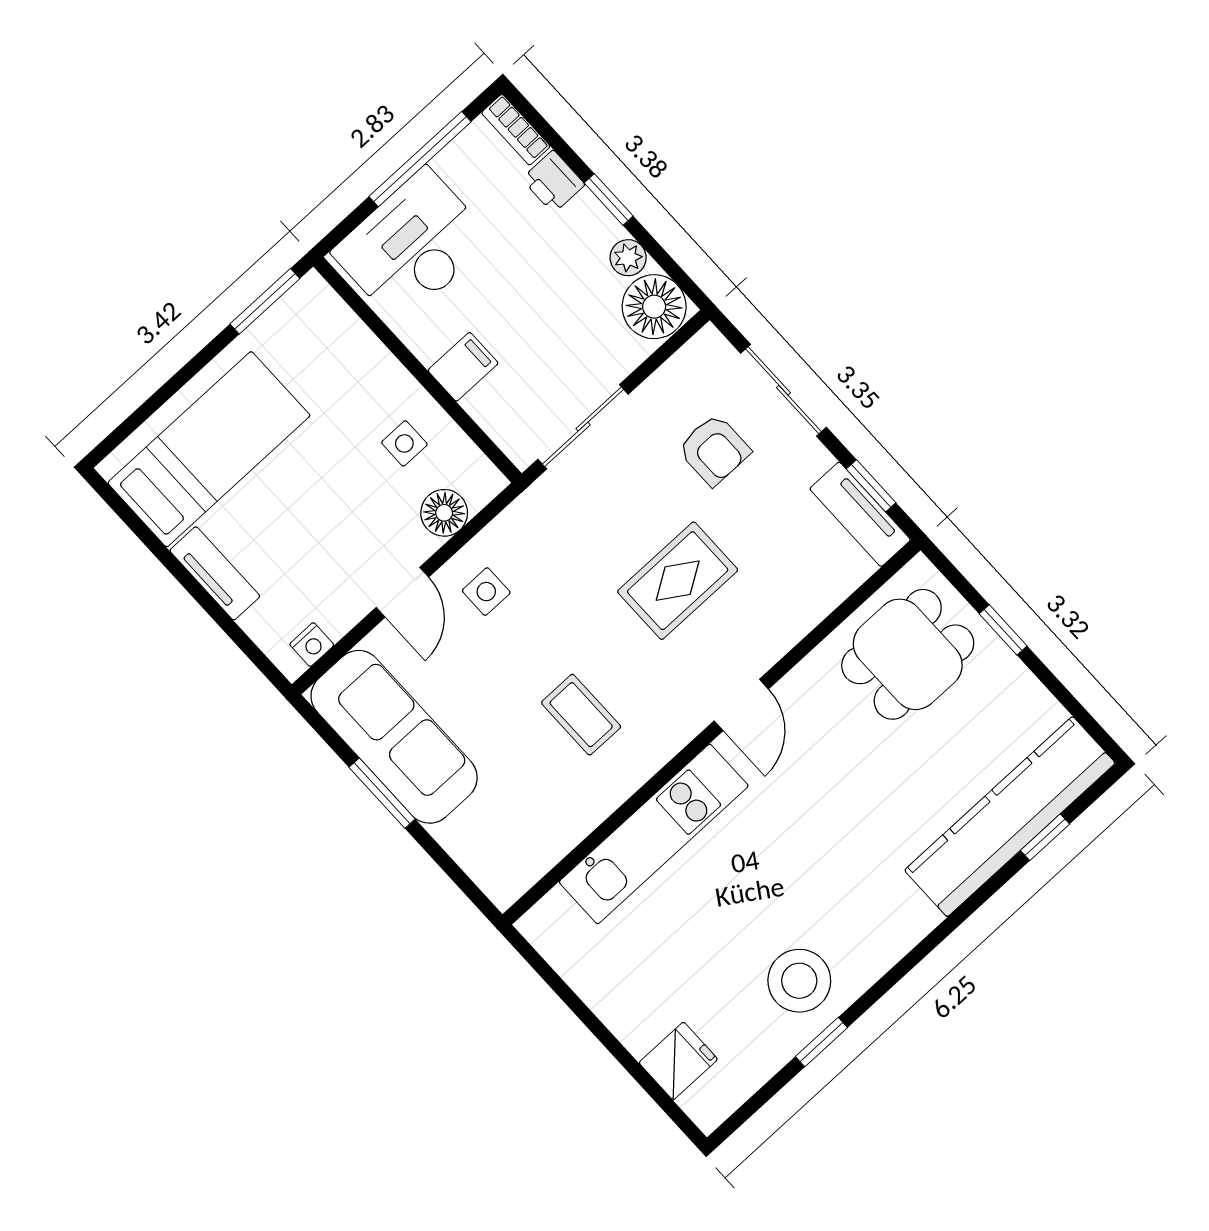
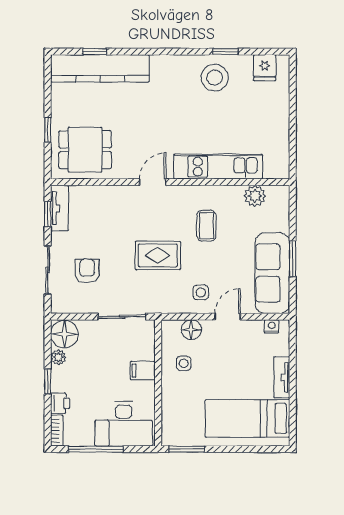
rug: (678, 581) -> (158, 255), moved
plant: (545, 841) -> (255, 196), added
fridge: (678, 1061) -> (265, 68), moved, turned -90

